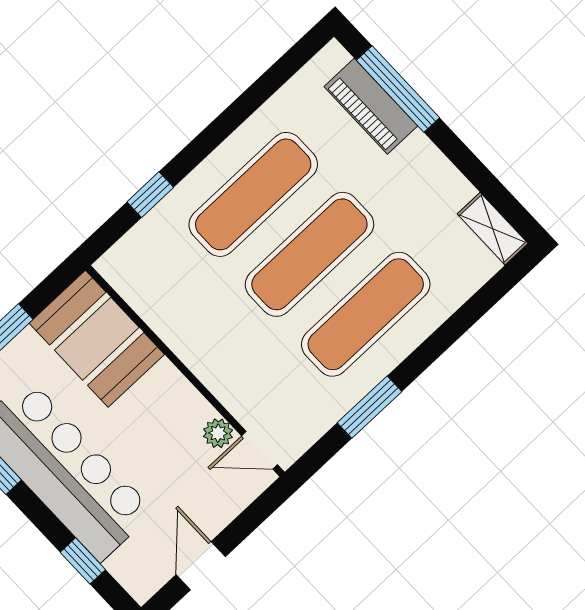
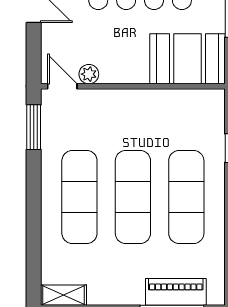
window: (370, 407) -> (34, 127), moved
door: (259, 450) -> (62, 86), hinge flipped

